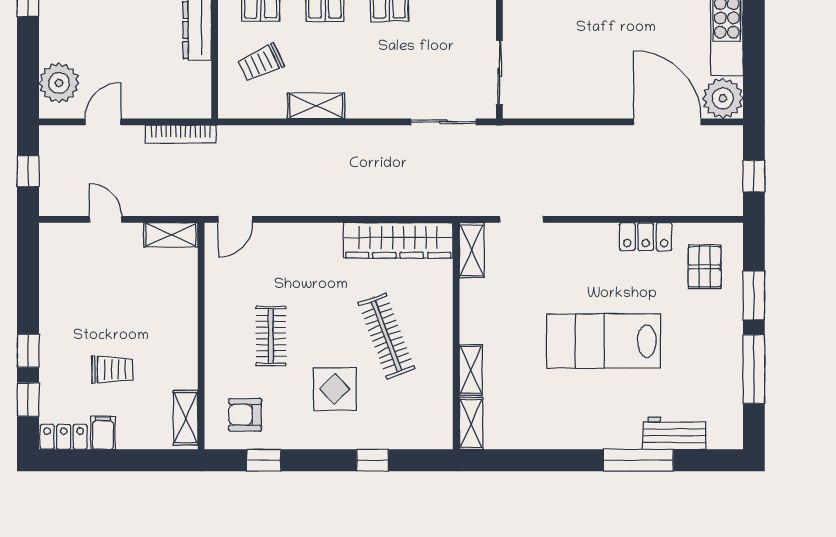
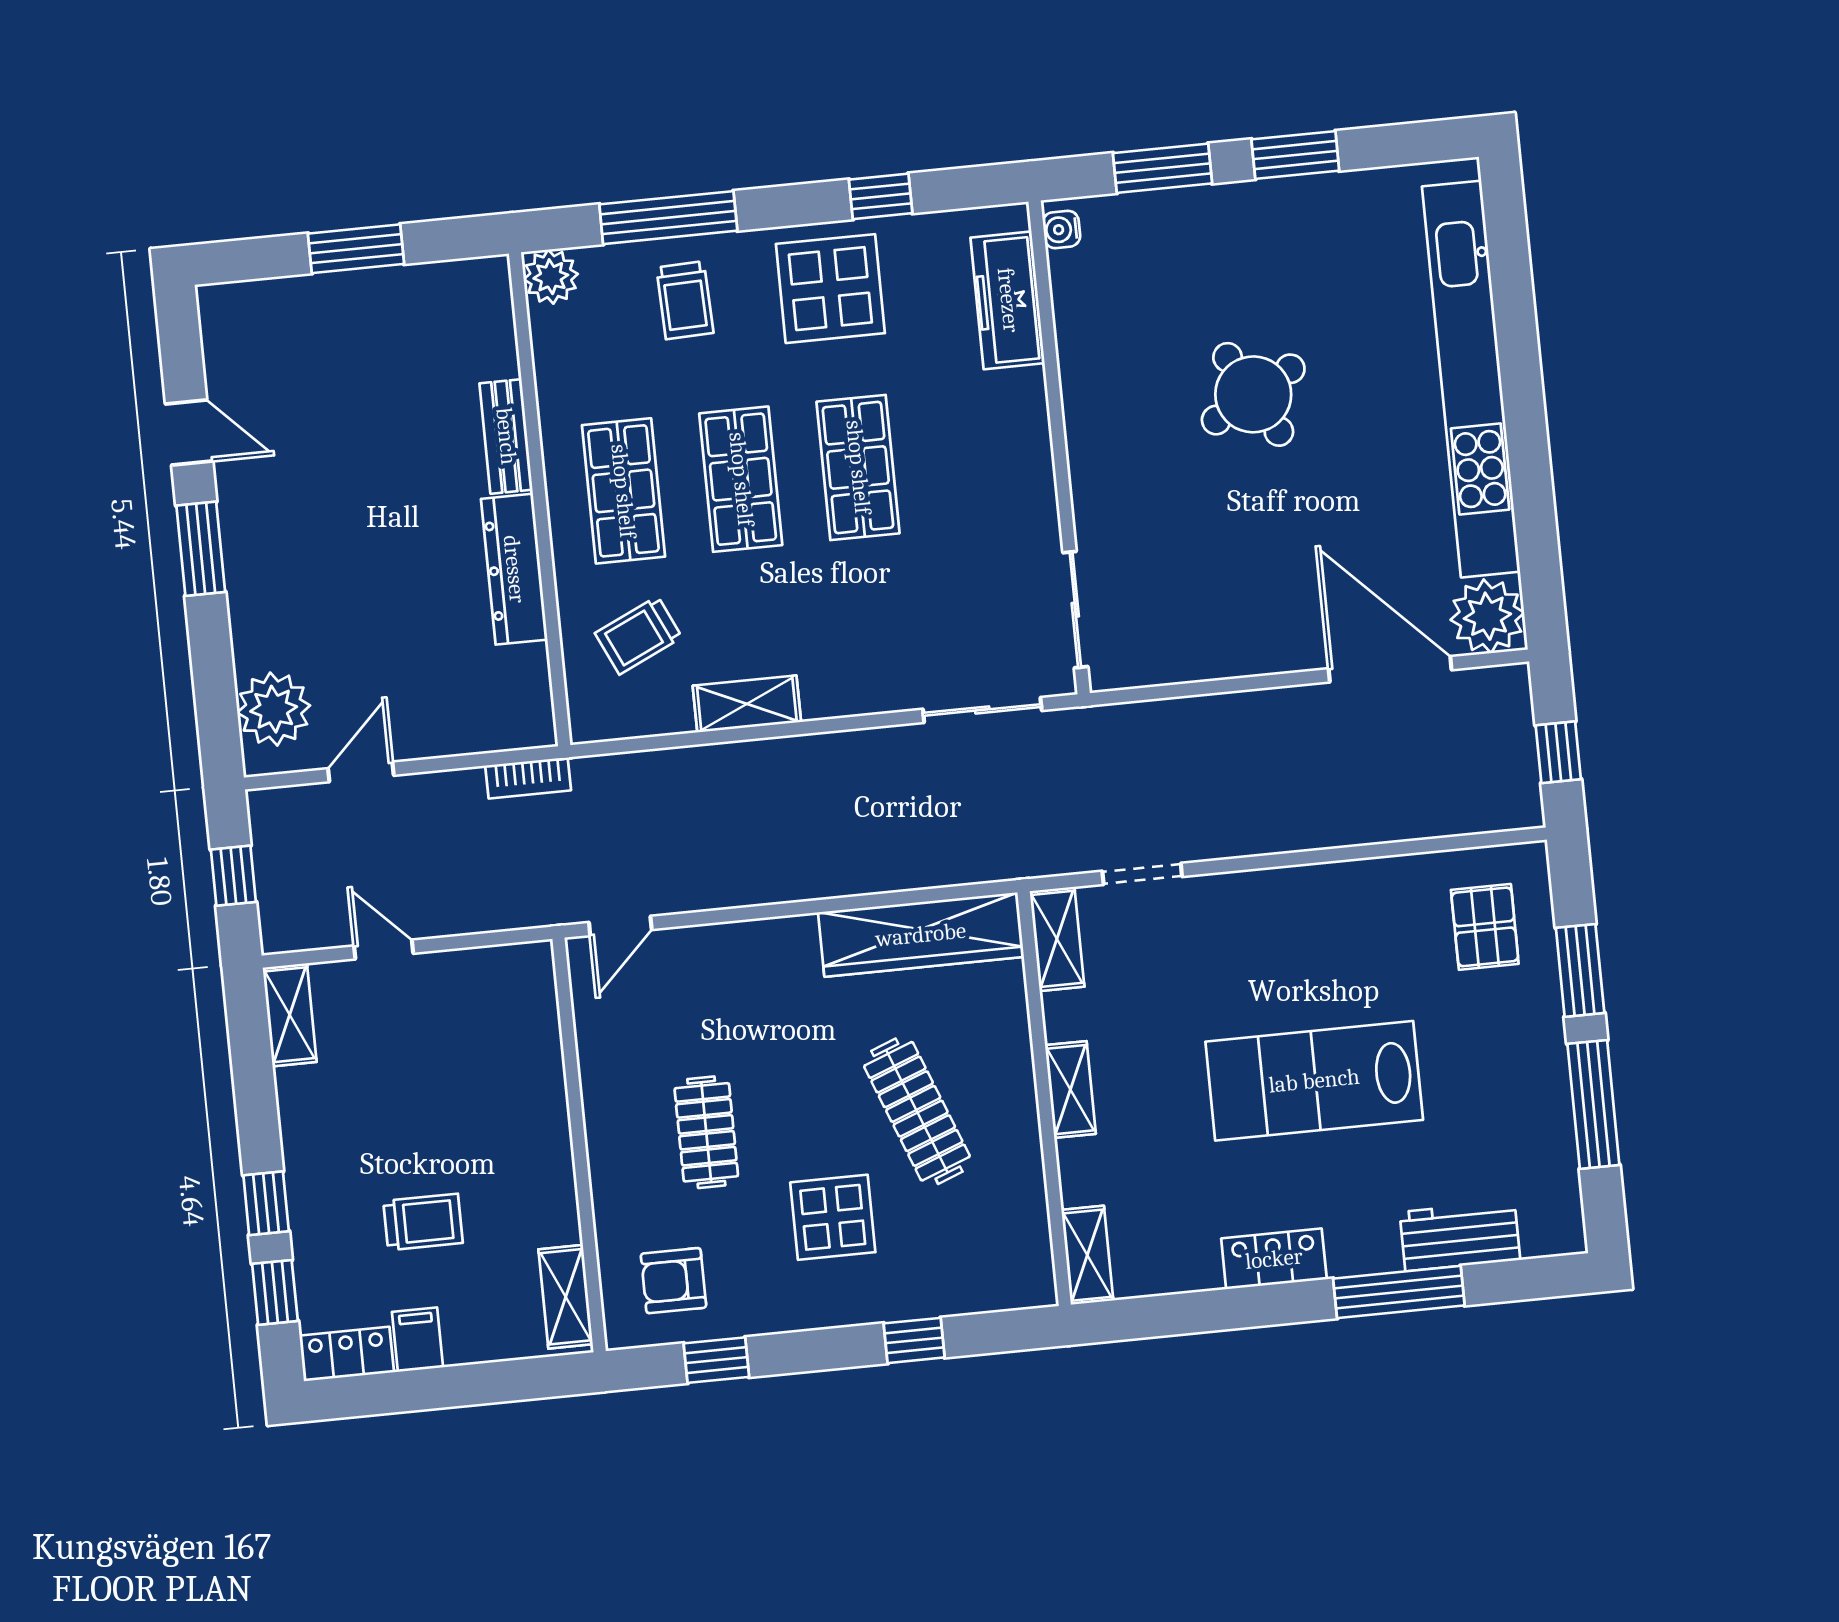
bookcase: (181, 134) -> (528, 778), width x0.64
shelving: (171, 235) -> (290, 1015), moved, turned 90
locker: (646, 237) -> (1274, 1259), moved, turned 180
shelving: (471, 370) -> (1070, 1090), moved

